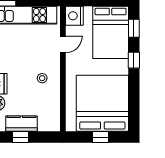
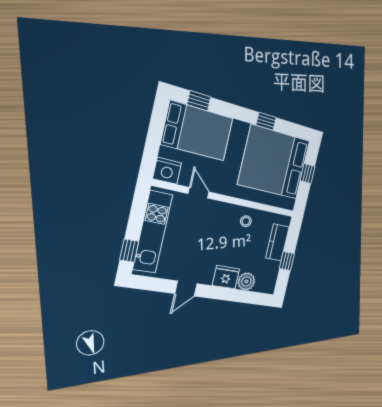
window: (134, 60) -> (266, 121), moved
stool: (42, 78) -> (246, 221), moved
kitchen counter: (21, 124) -> (277, 242), moved

